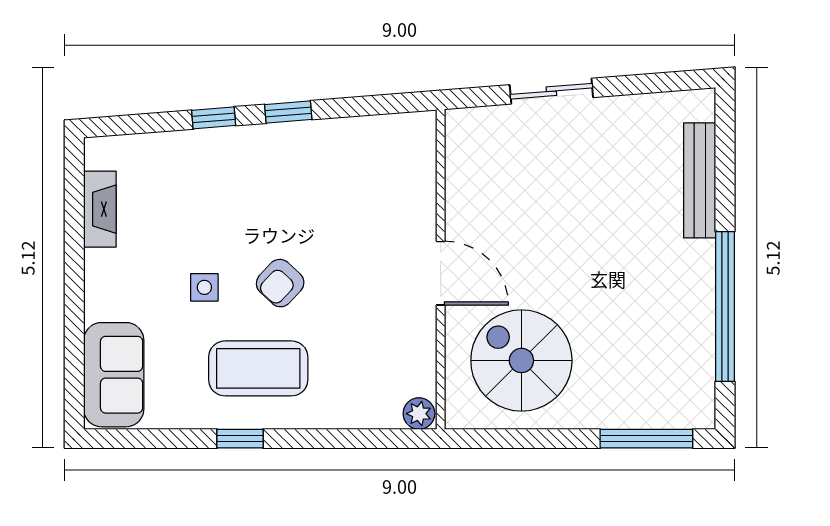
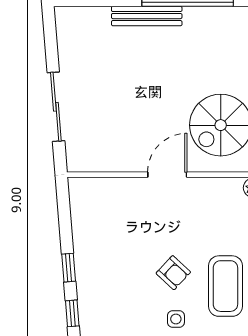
sliding door: (551, 91) -> (56, 107), width x1.37
bench: (700, 180) -> (147, 16), moved

